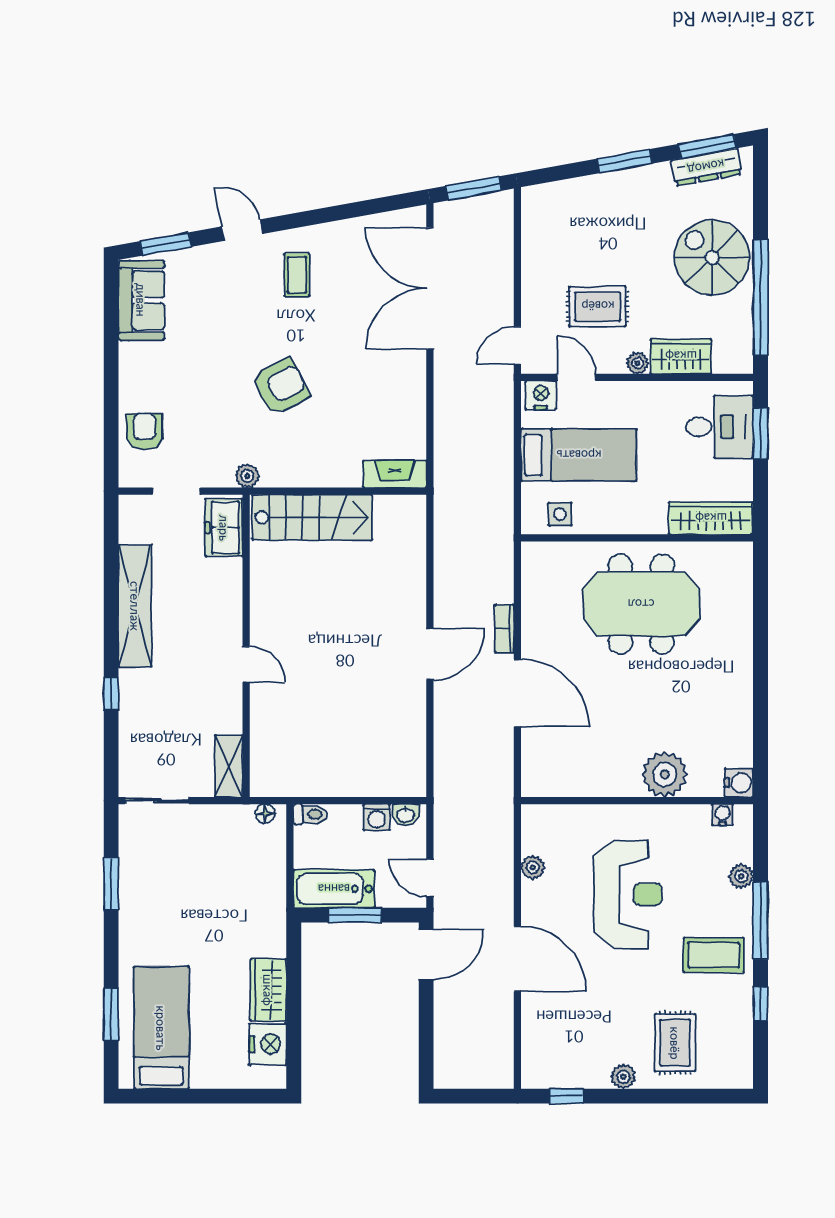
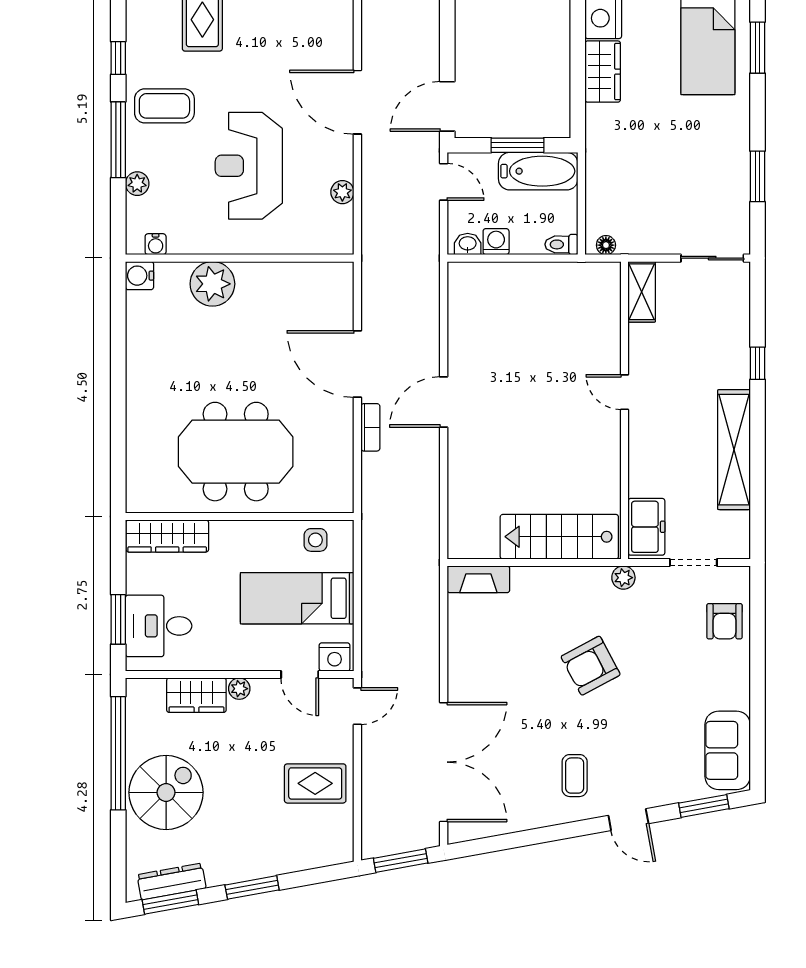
spiral stairs: (712, 258) -> (166, 792), turned -90
rug: (598, 306) -> (315, 783), moved

